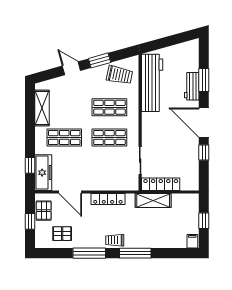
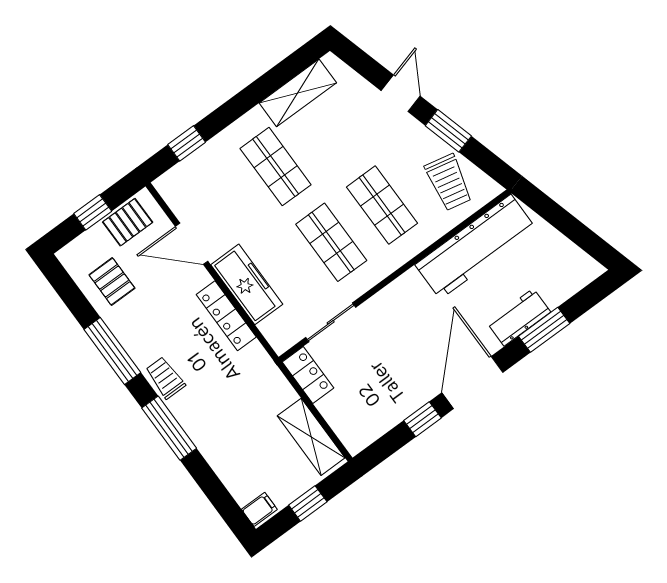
freezer: (43, 173) -> (247, 284), moved, turned -90
locker: (161, 184) -> (308, 375), width x0.66
door: (70, 192) -> (192, 244), hinge flipped
shelving: (153, 201) -> (311, 437), moved

